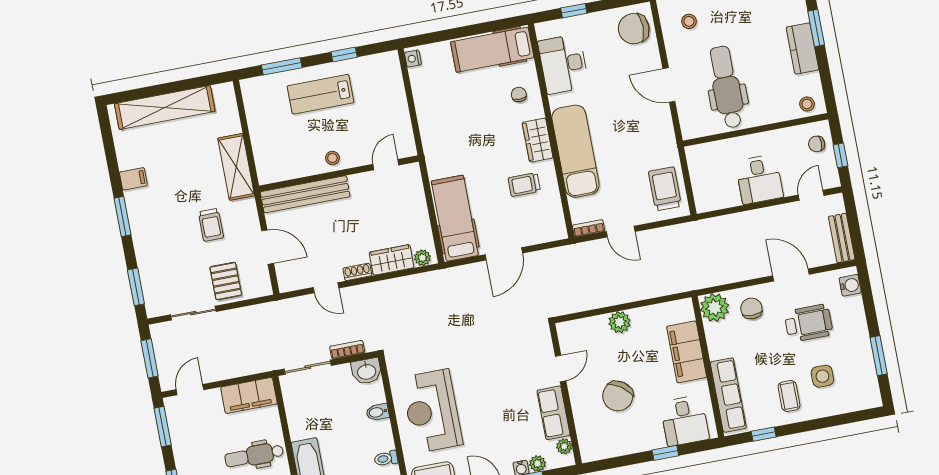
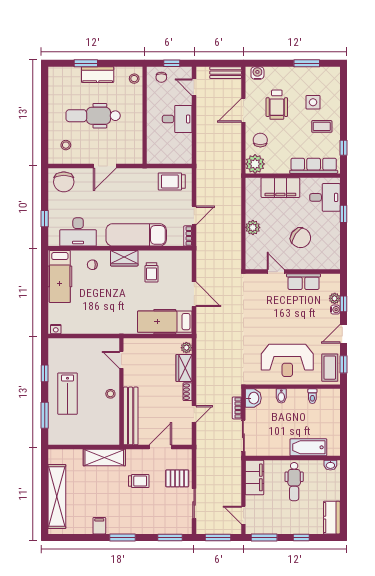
dental chair: (726, 87) -> (93, 116), moved
chair: (751, 309) -> (260, 140), turned 90
wheelchair: (809, 323) -> (277, 105), turned 180
plant: (564, 446) -> (327, 279), removed

